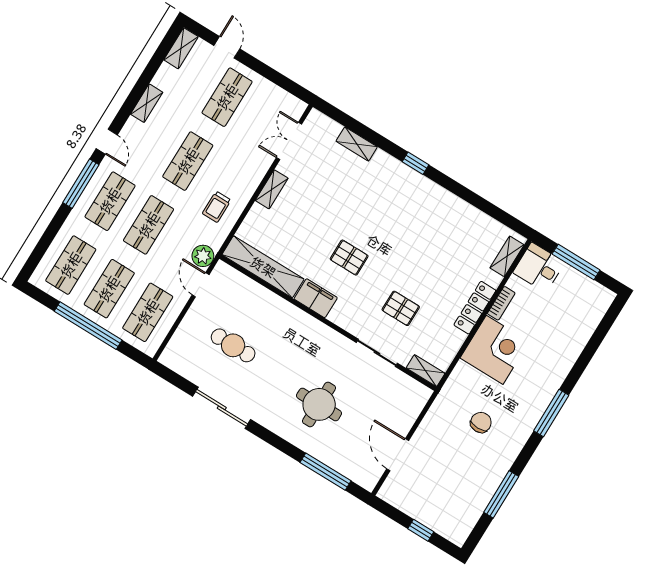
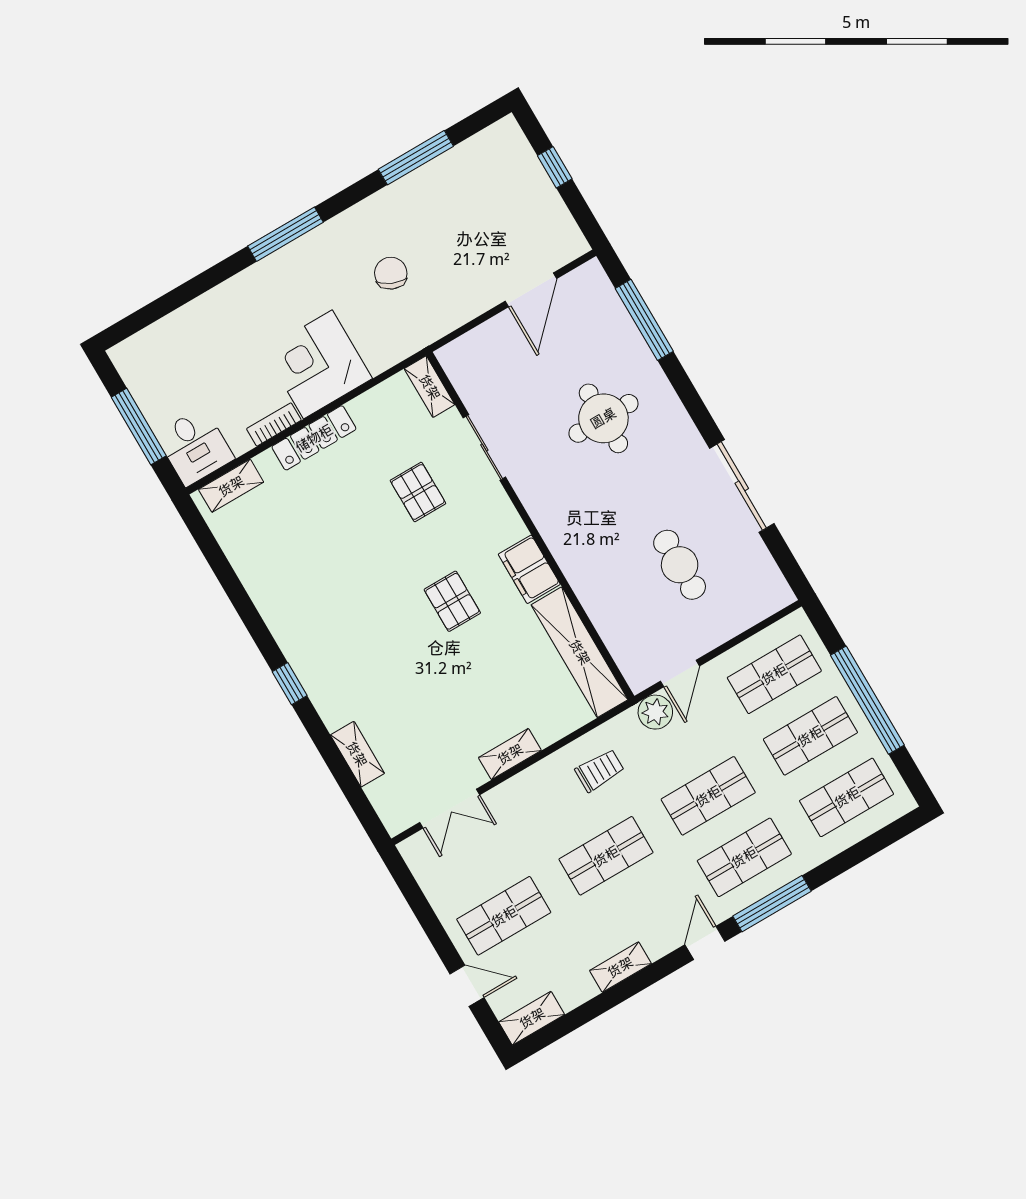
door: (227, 47) -> (467, 986), swing flipped
chair: (481, 422) -> (391, 273), turned 114

